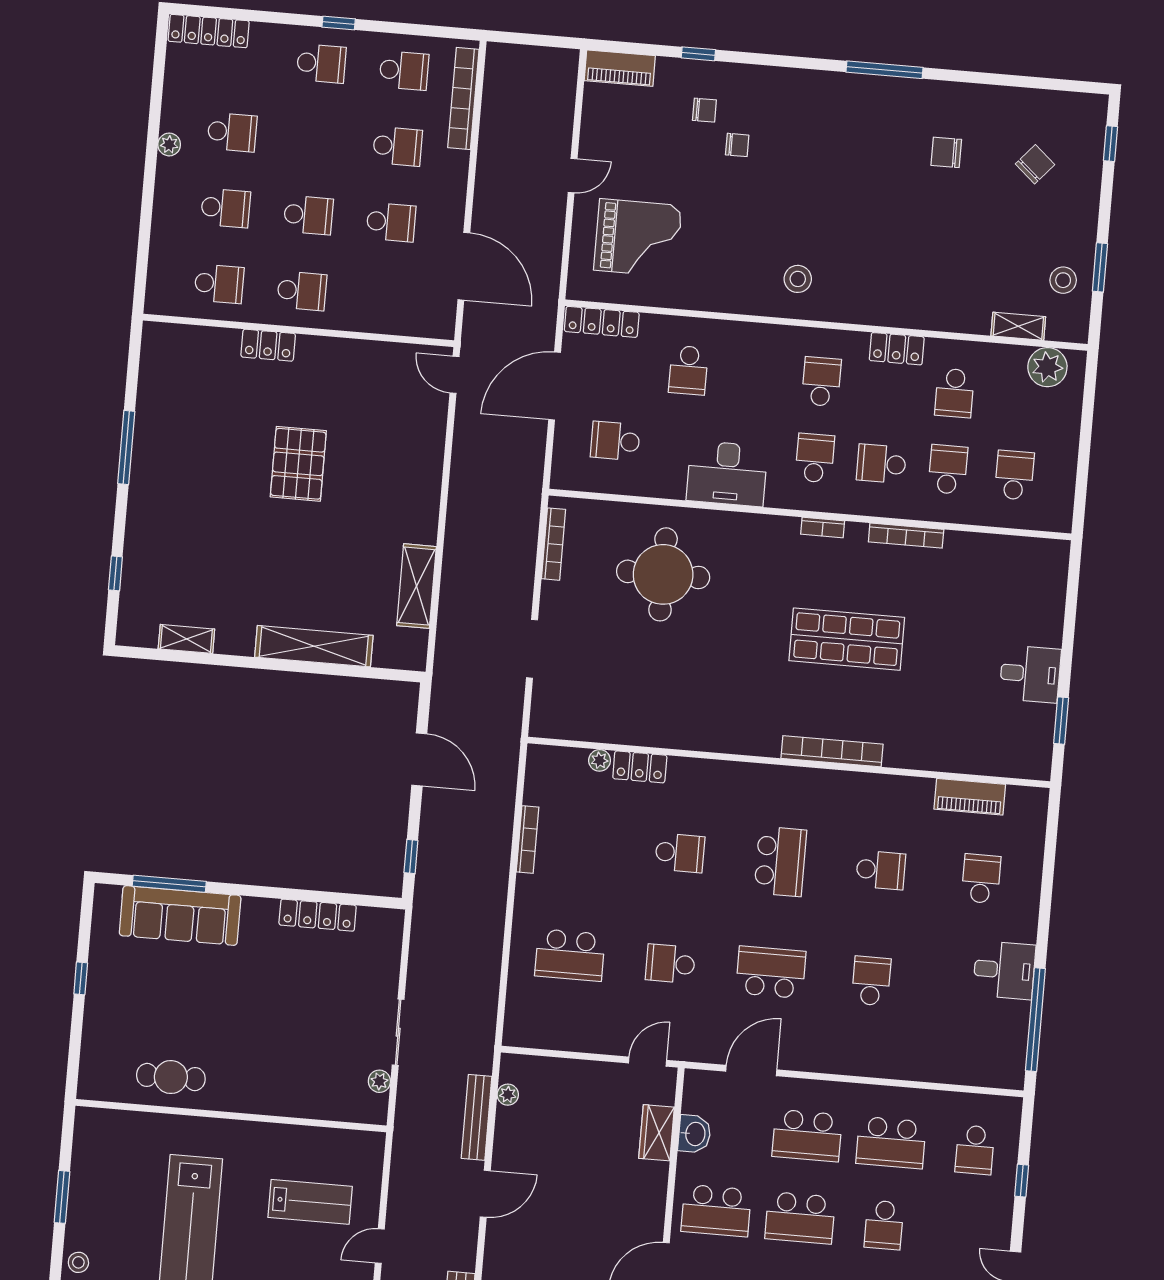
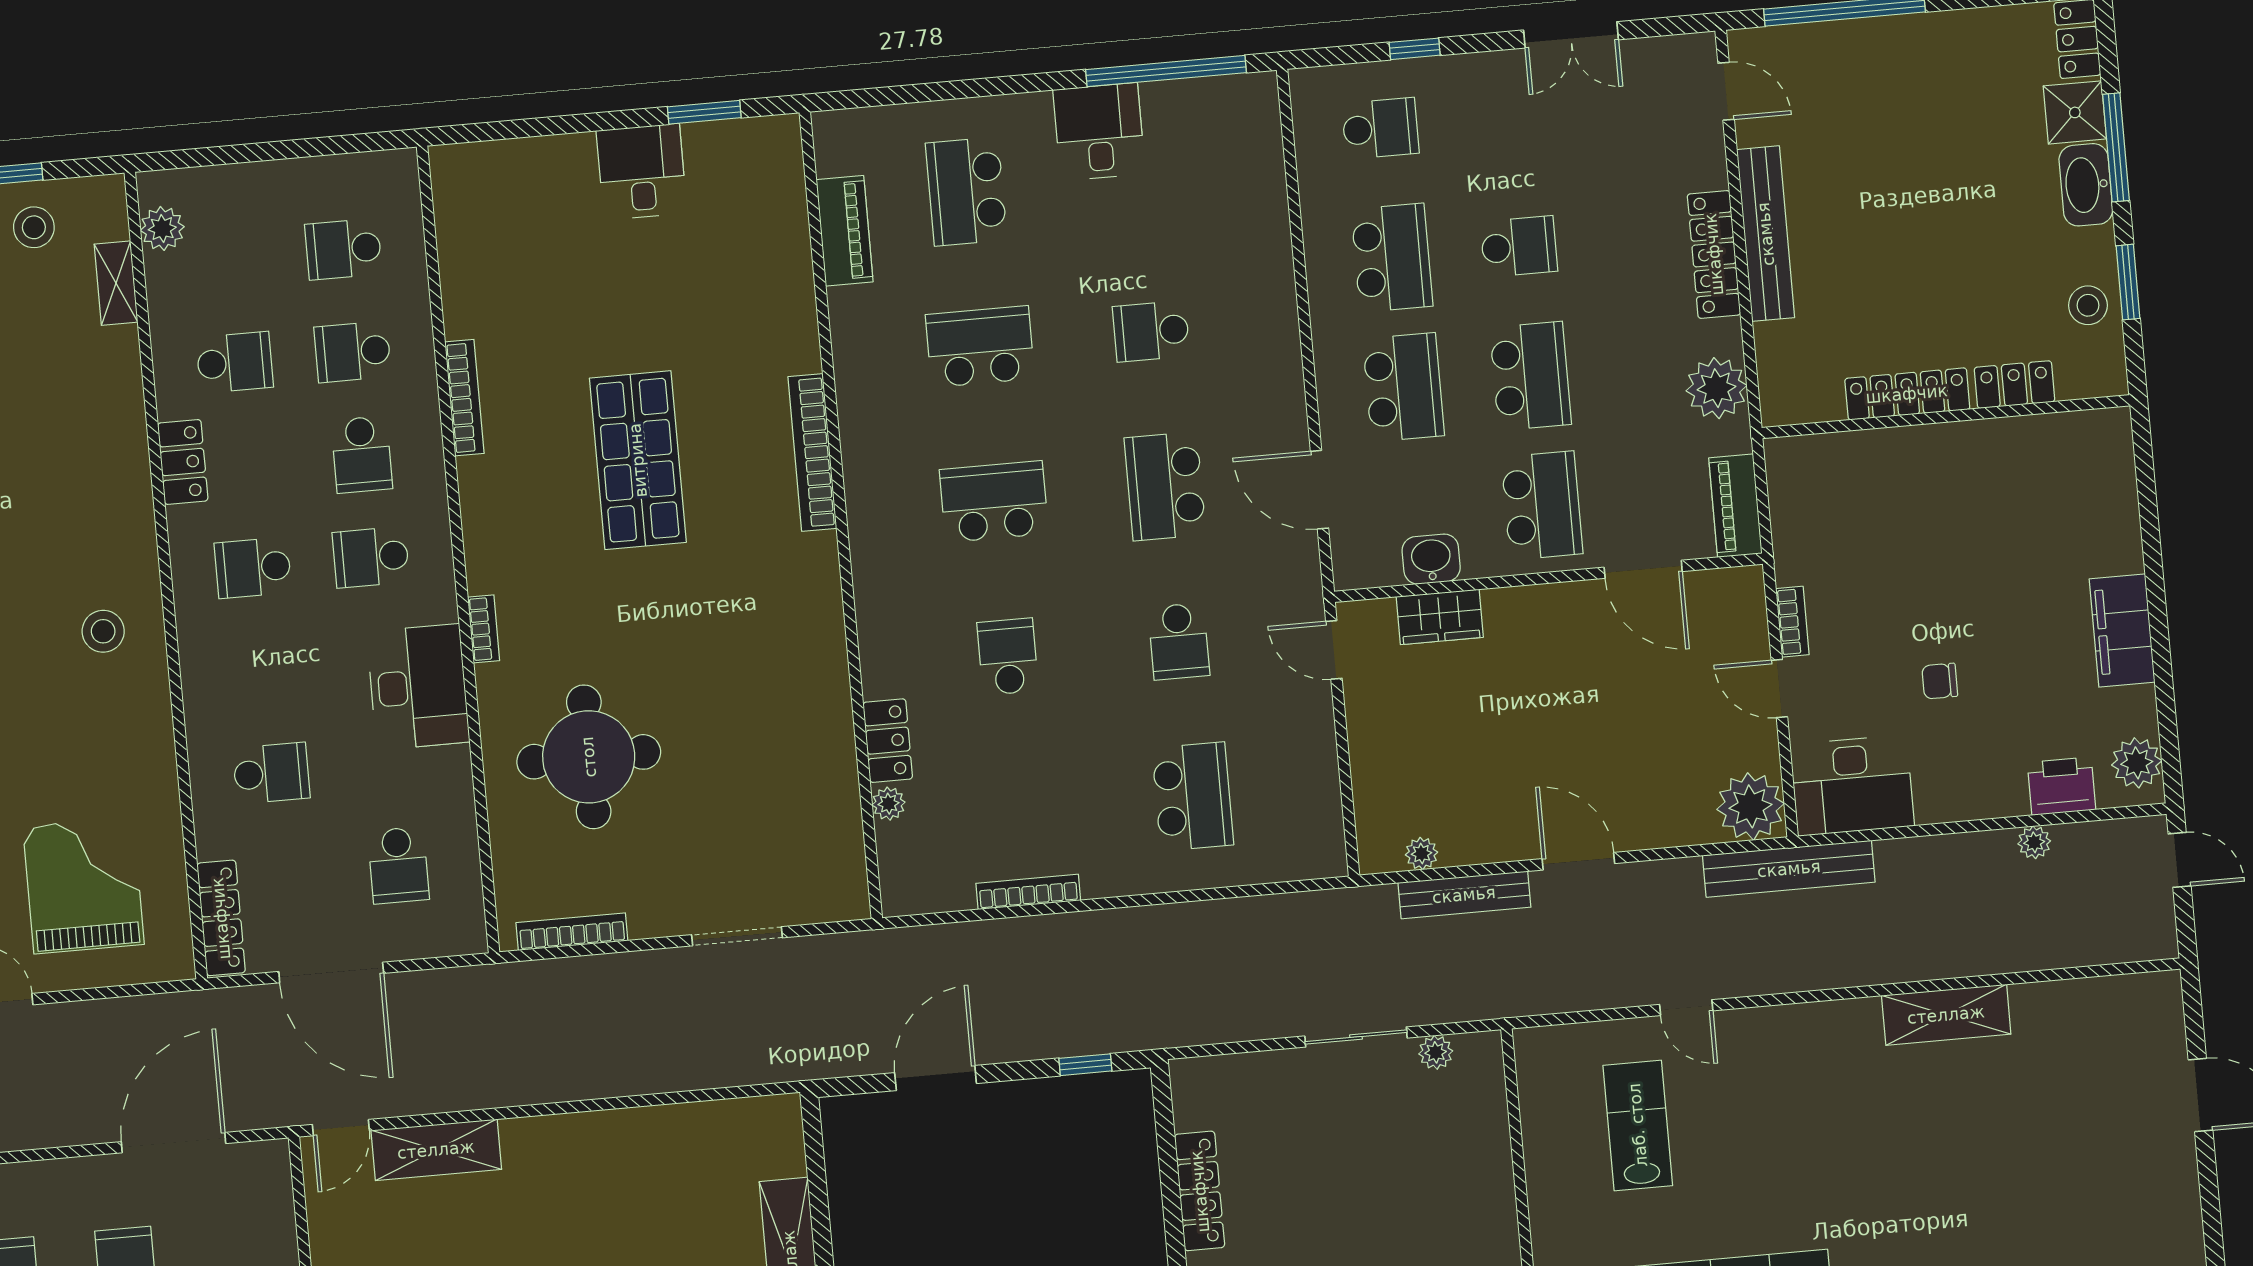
plant: (1047, 367) -> (162, 228), width x0.73, depth x0.73
bookcase: (823, 528) -> (484, 629), moved
shelving: (417, 586) -> (436, 1150), moved
school desk: (881, 870) -> (980, 347), width x1.85
school desk: (981, 879) -> (966, 191), width x1.85

